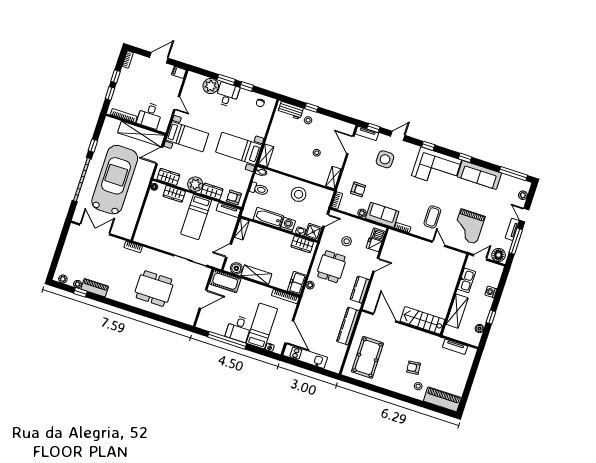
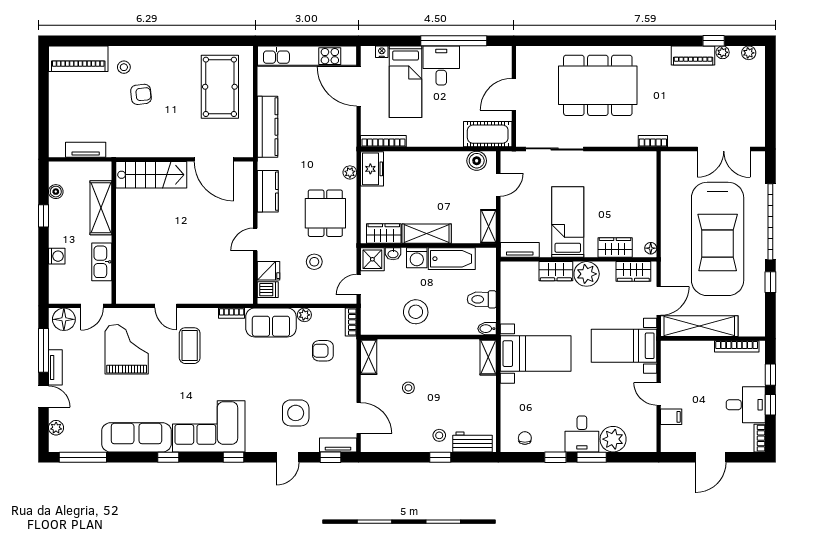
filing cabinet: (179, 72) -> (671, 417), moved
desk: (150, 115) -> (746, 405), moved, turned 90
armchair: (234, 197) -> (518, 273), removed
shelving: (256, 275) -> (427, 234), moved
dining table: (154, 289) -> (598, 85), width x1.36, depth x1.24
kitchen unit: (305, 356) -> (307, 56), width x1.36

